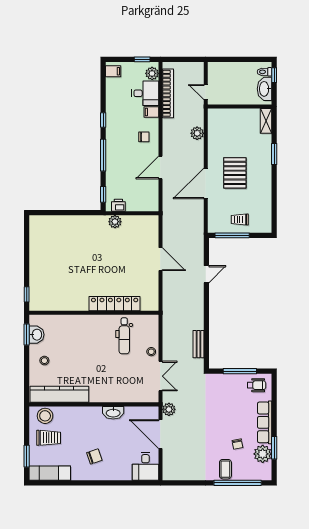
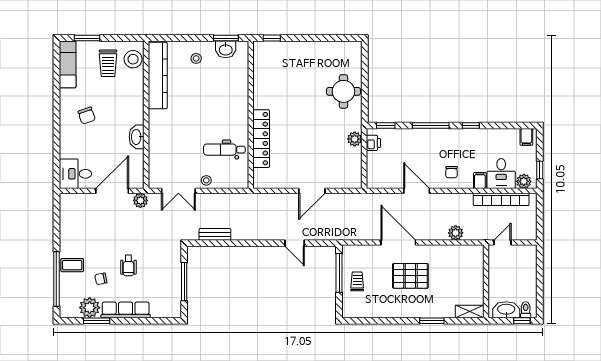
round table: (73, 231) -> (343, 91), added
wheelchair: (257, 385) -> (128, 265), moved

